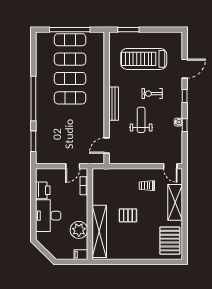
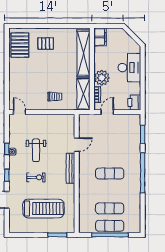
exercise mat: (70, 78) -> (110, 191), removed
weight bench: (141, 120) -> (36, 150), moved
door: (107, 146) -> (77, 145), moved
trolley: (147, 186) -> (55, 97), moved
printer: (43, 190) -> (134, 102), moved
shelving: (175, 202) -> (83, 94), moved
pallet: (128, 215) -> (46, 44), moved
plant: (79, 230) -> (102, 78), moved
filing cabinet: (81, 255) -> (100, 37), width x2.00

